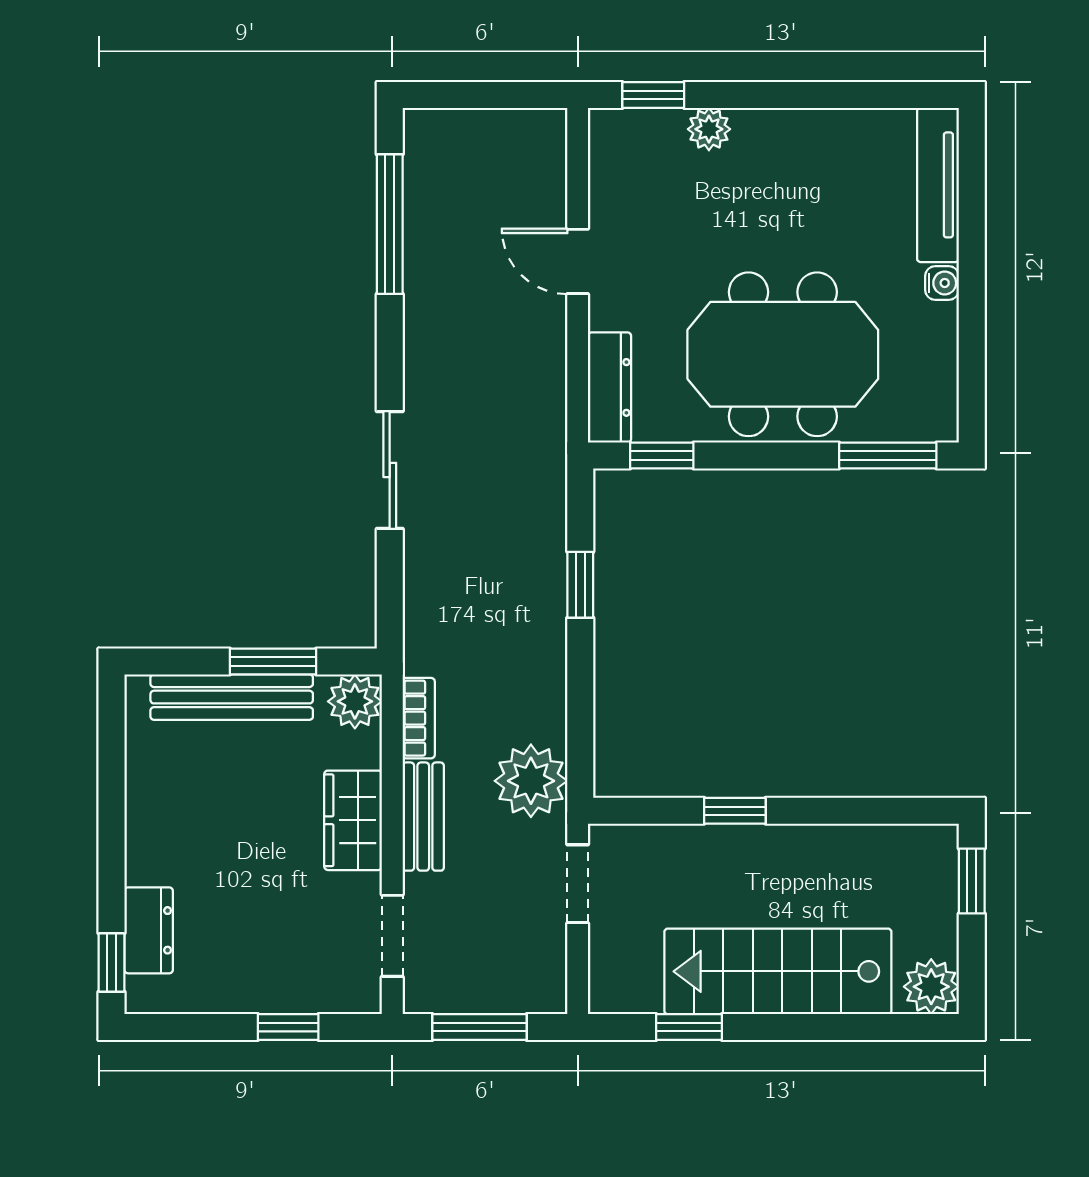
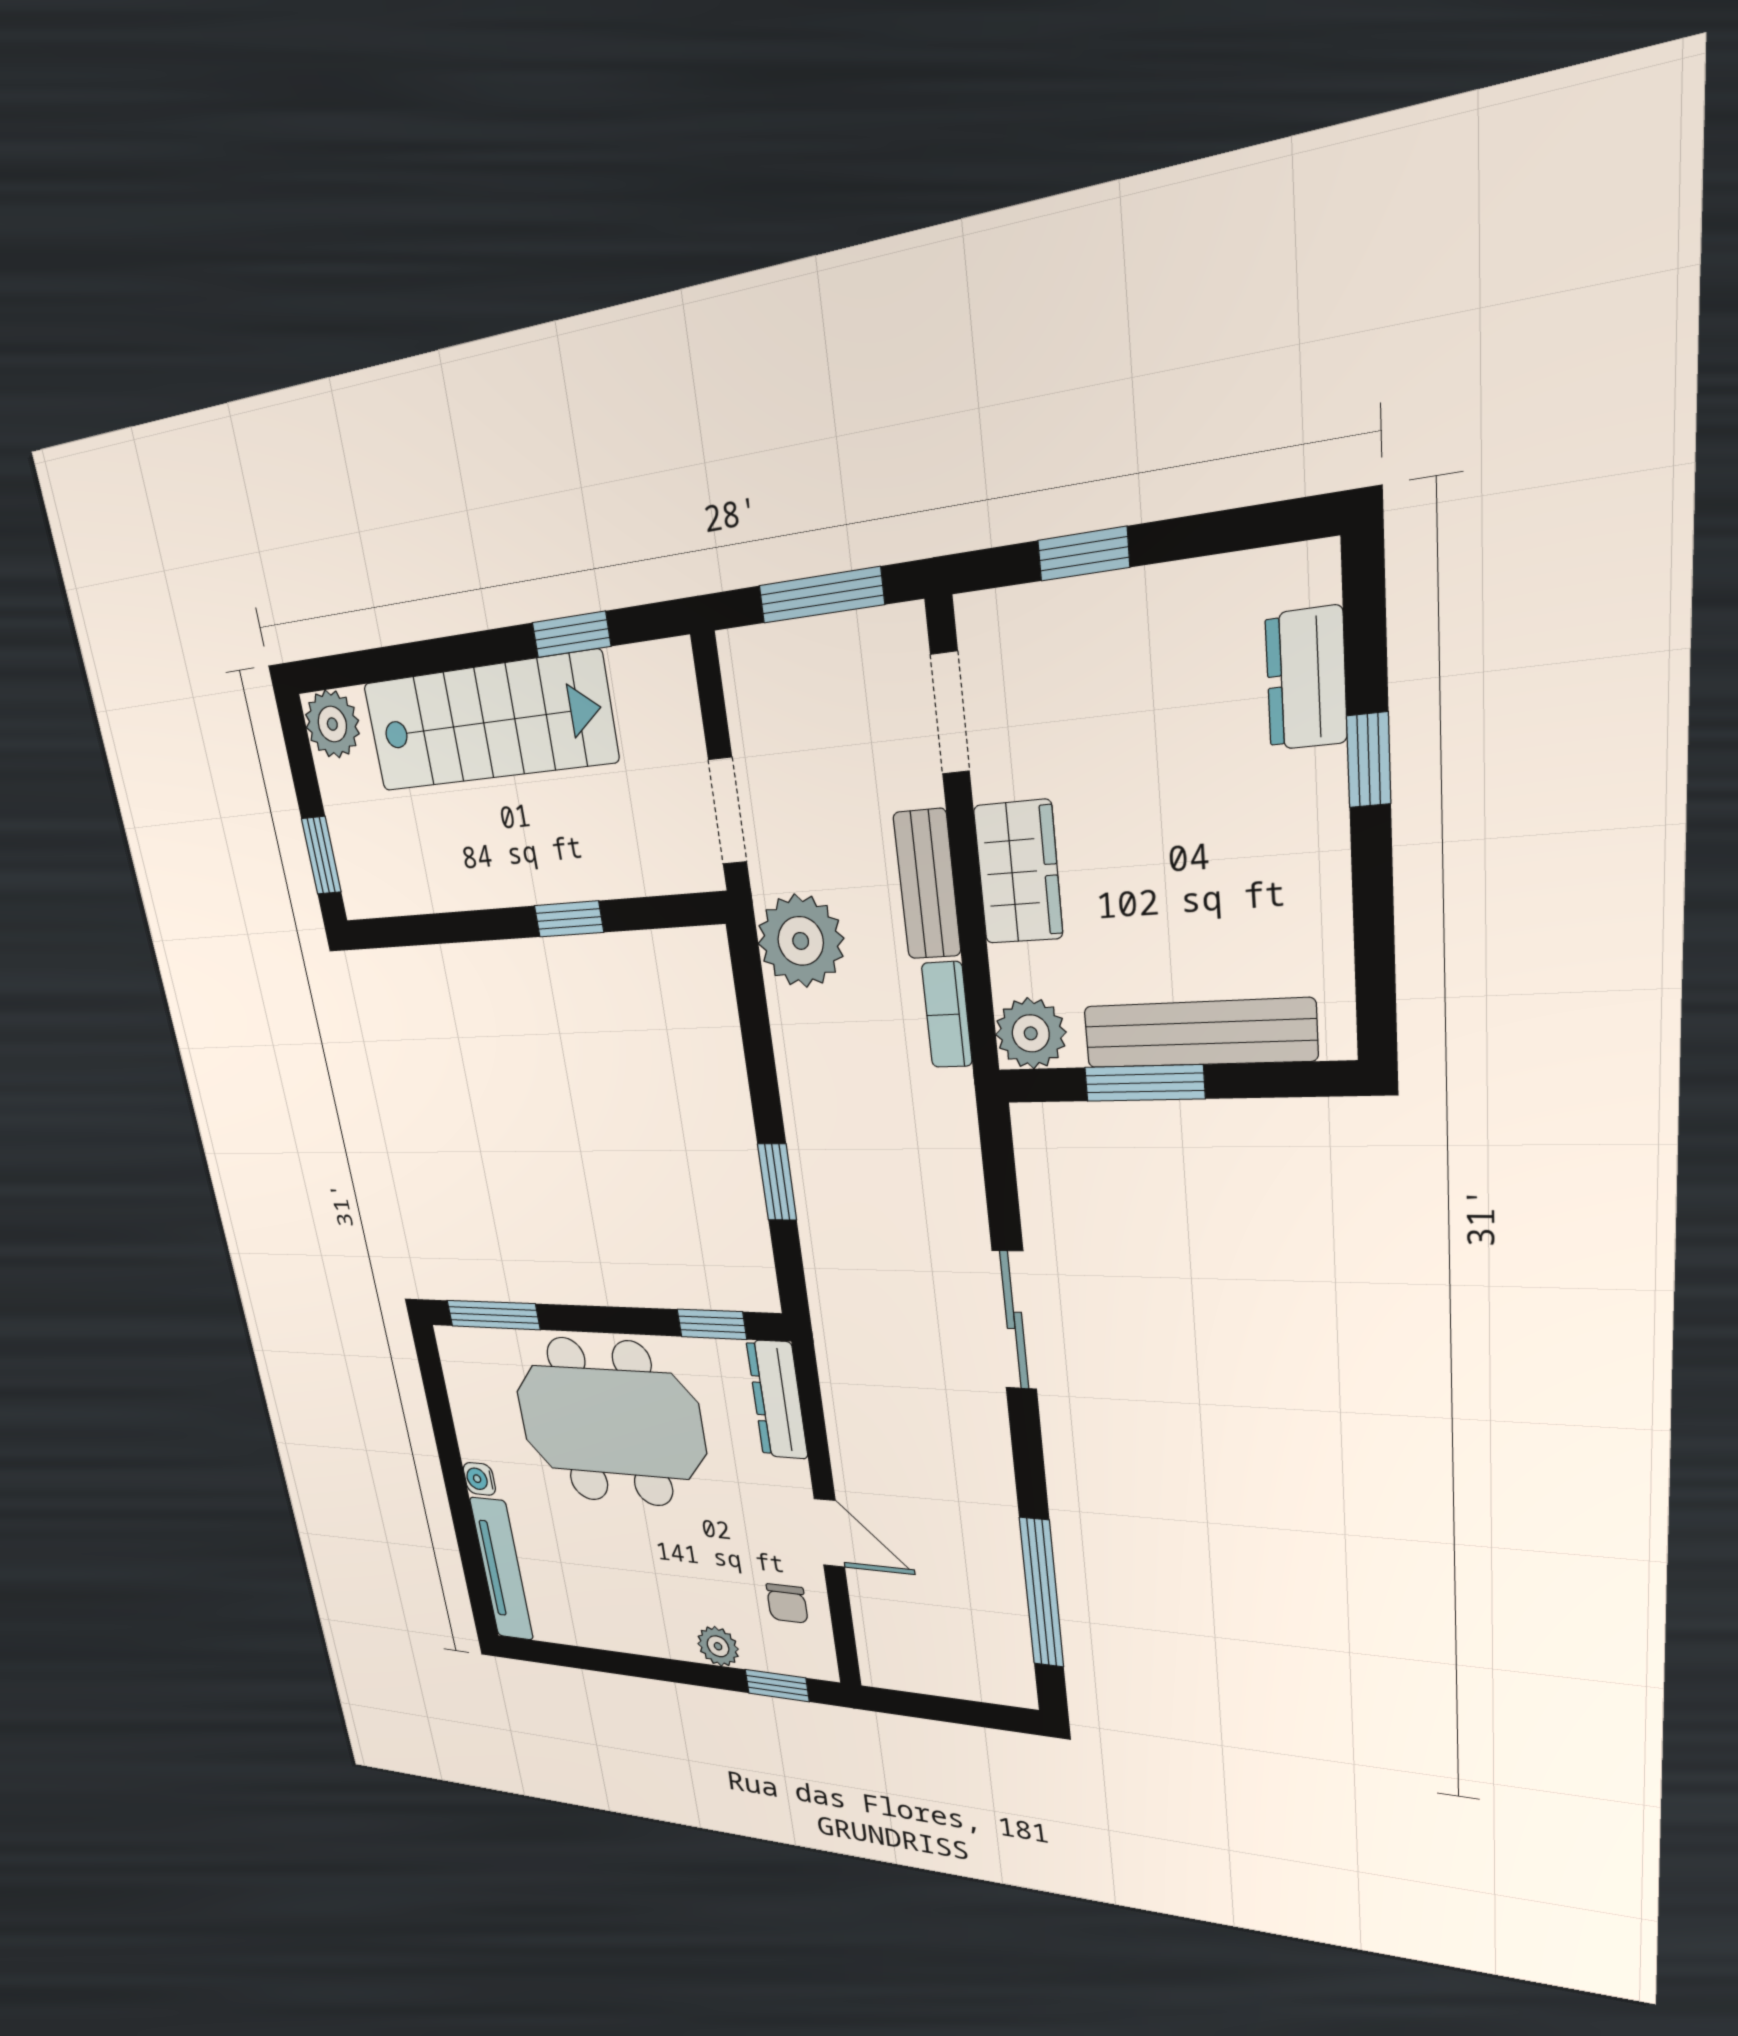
chair: (630, 184) -> (787, 1603), added
window: (112, 963) -> (1369, 760), moved

